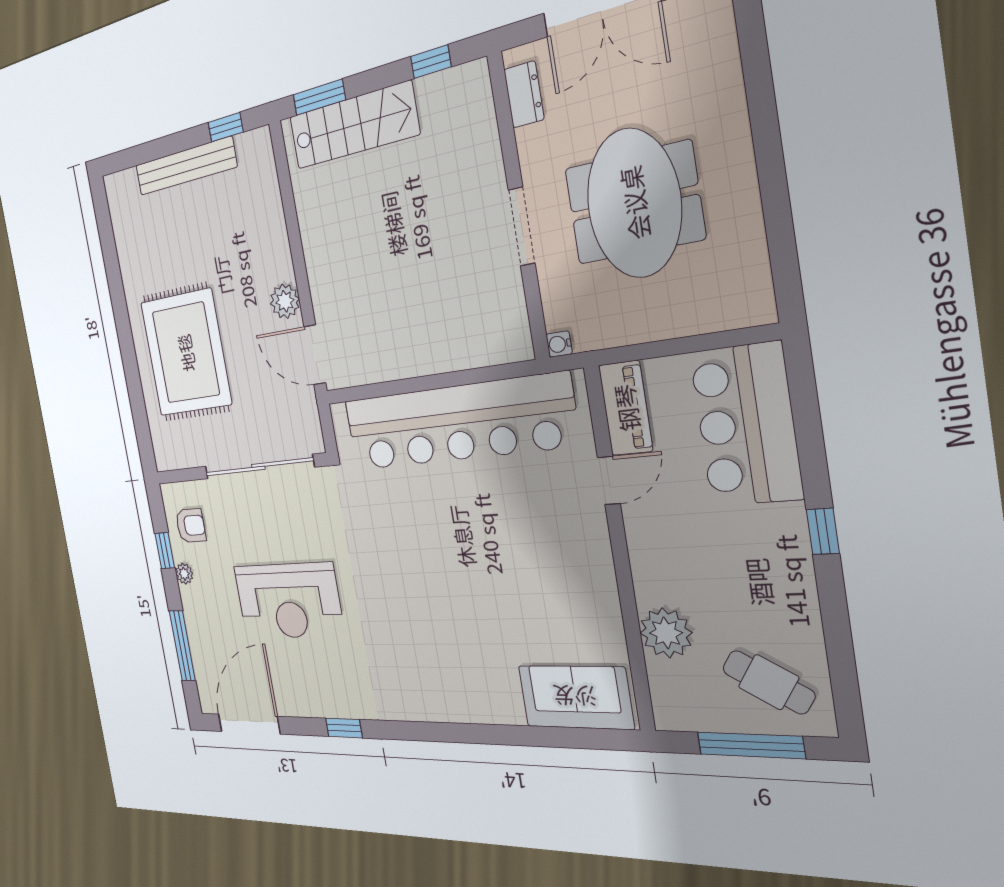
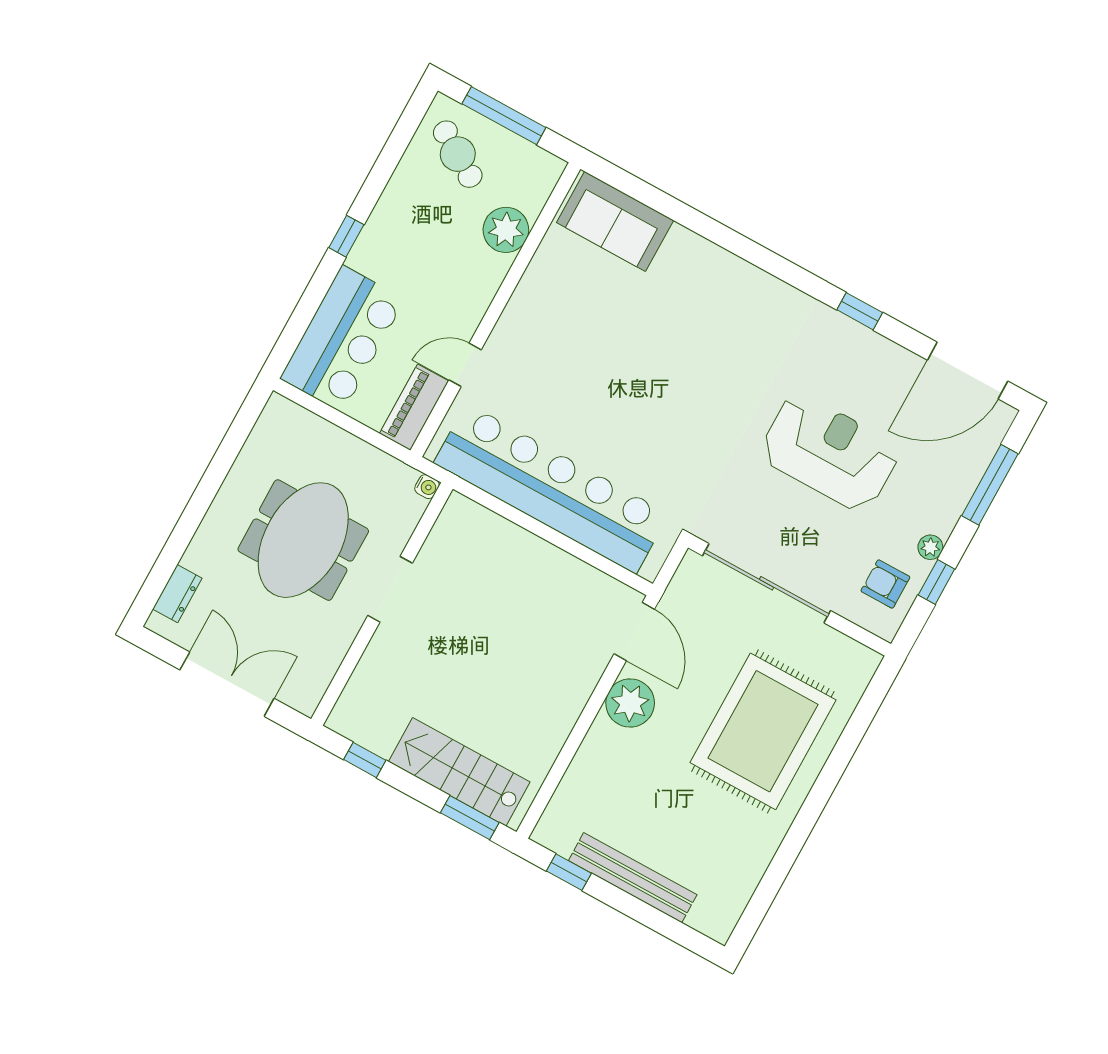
dresser: (524, 94) -> (177, 594), moved, turned 180
plant: (285, 301) -> (630, 703), width x1.36, depth x1.36

